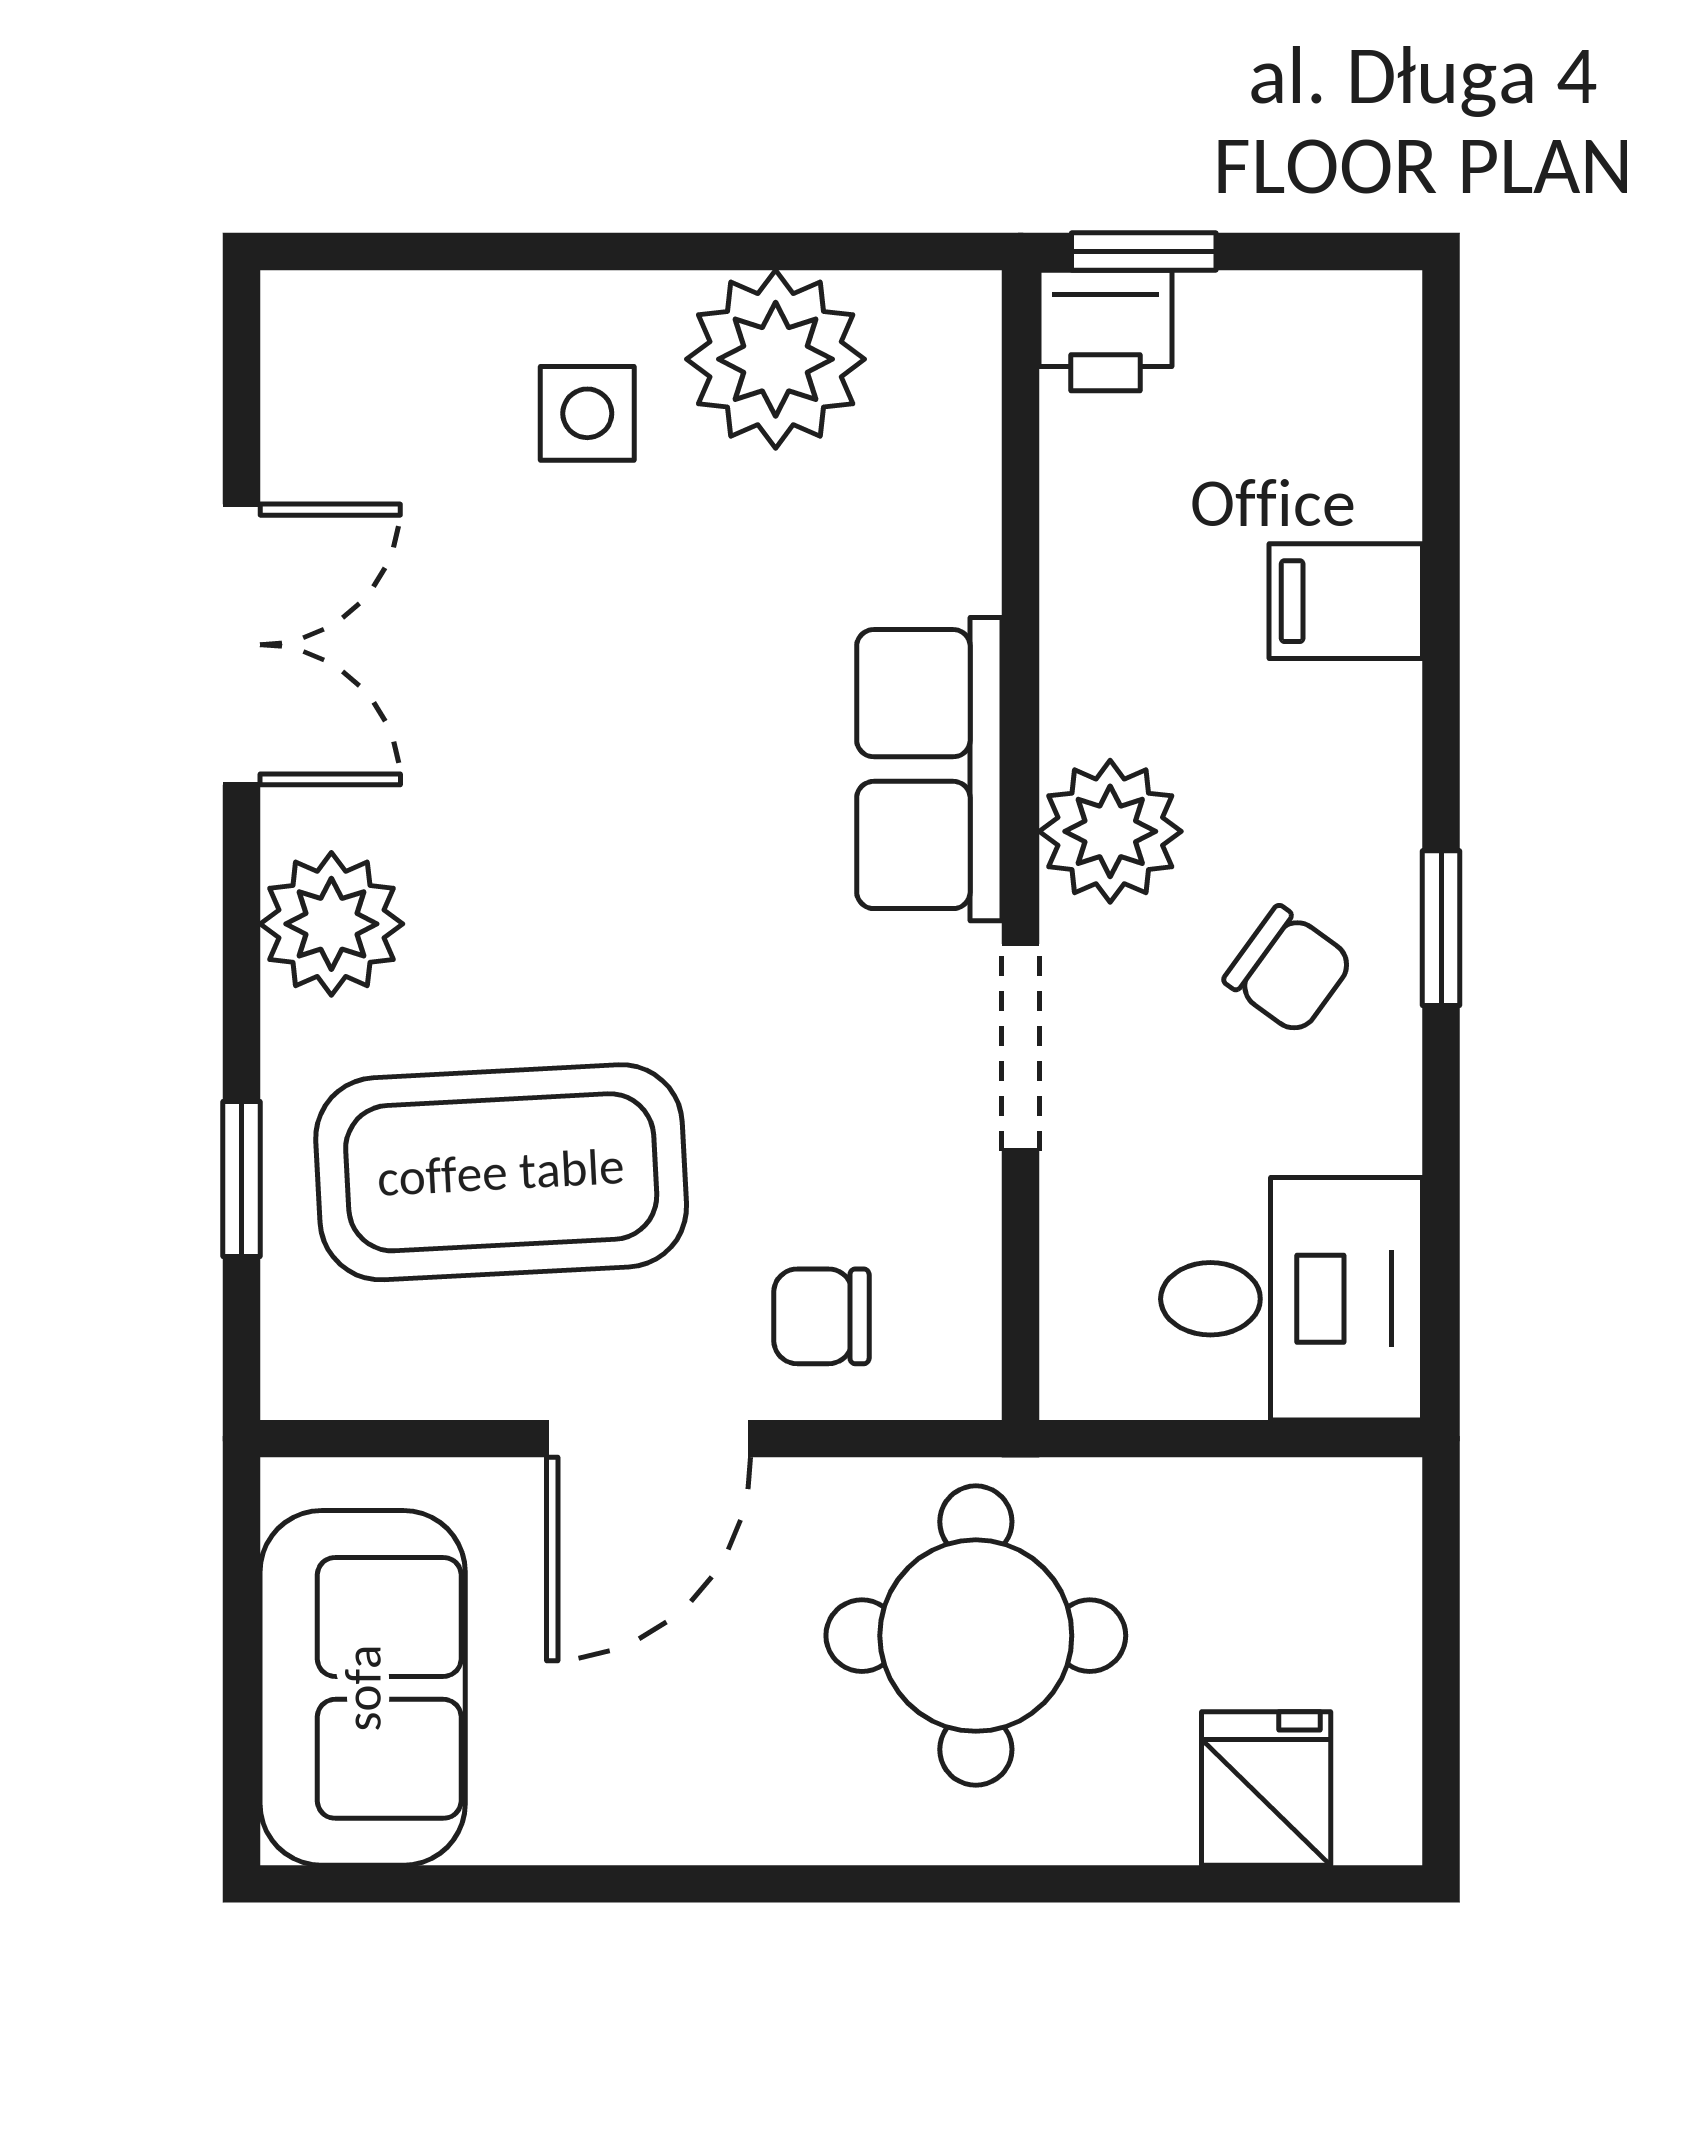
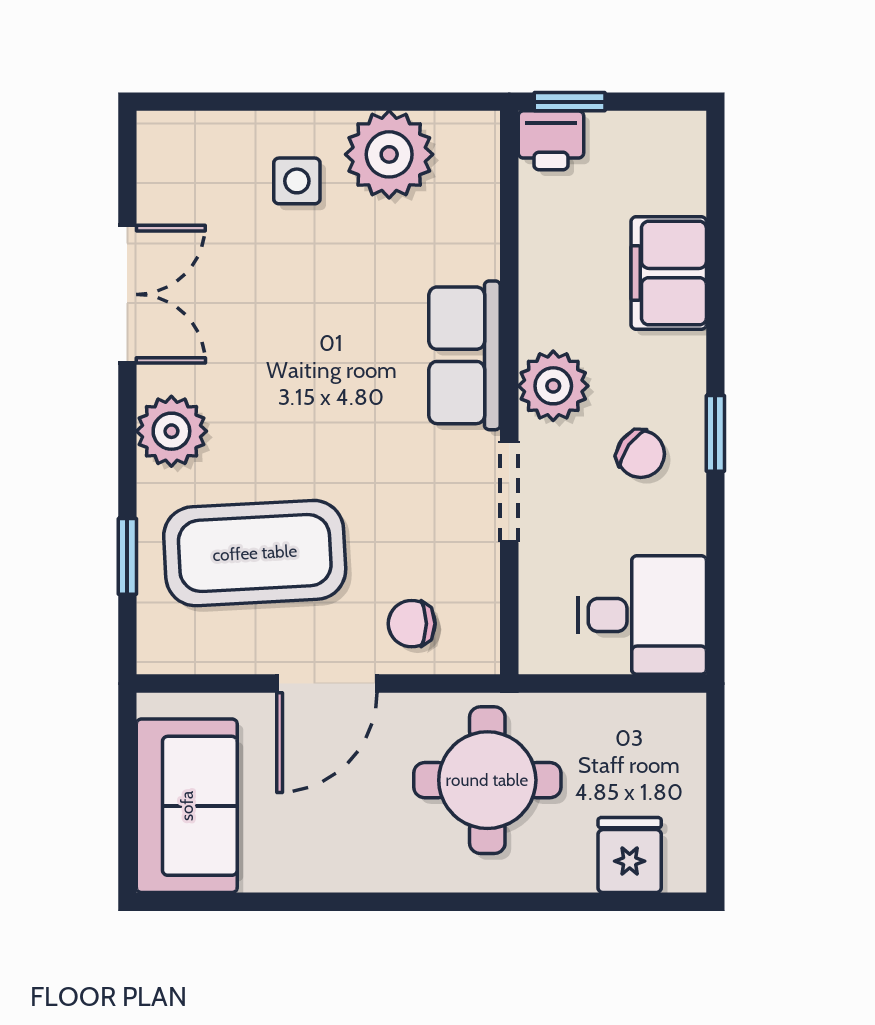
filing cabinet: (1346, 601) -> (669, 273), width x2.00

